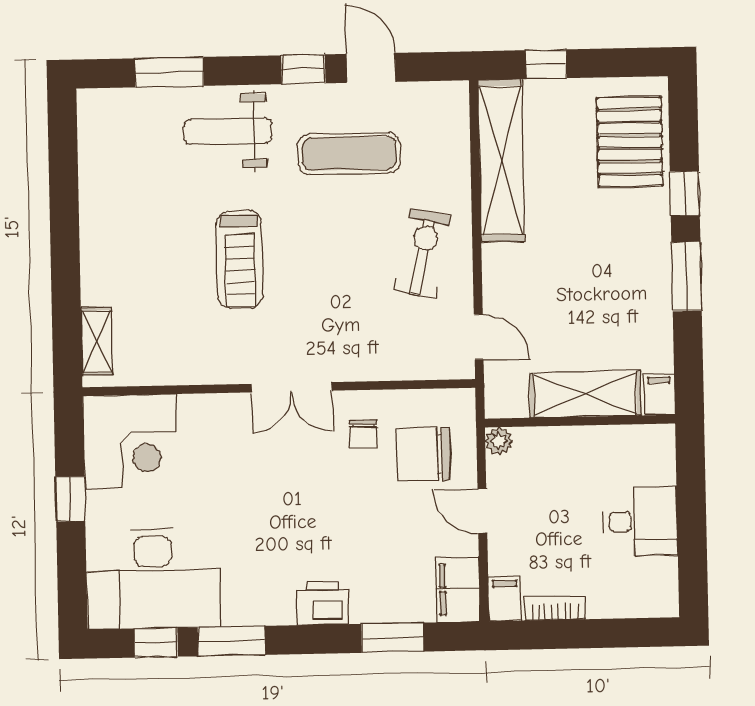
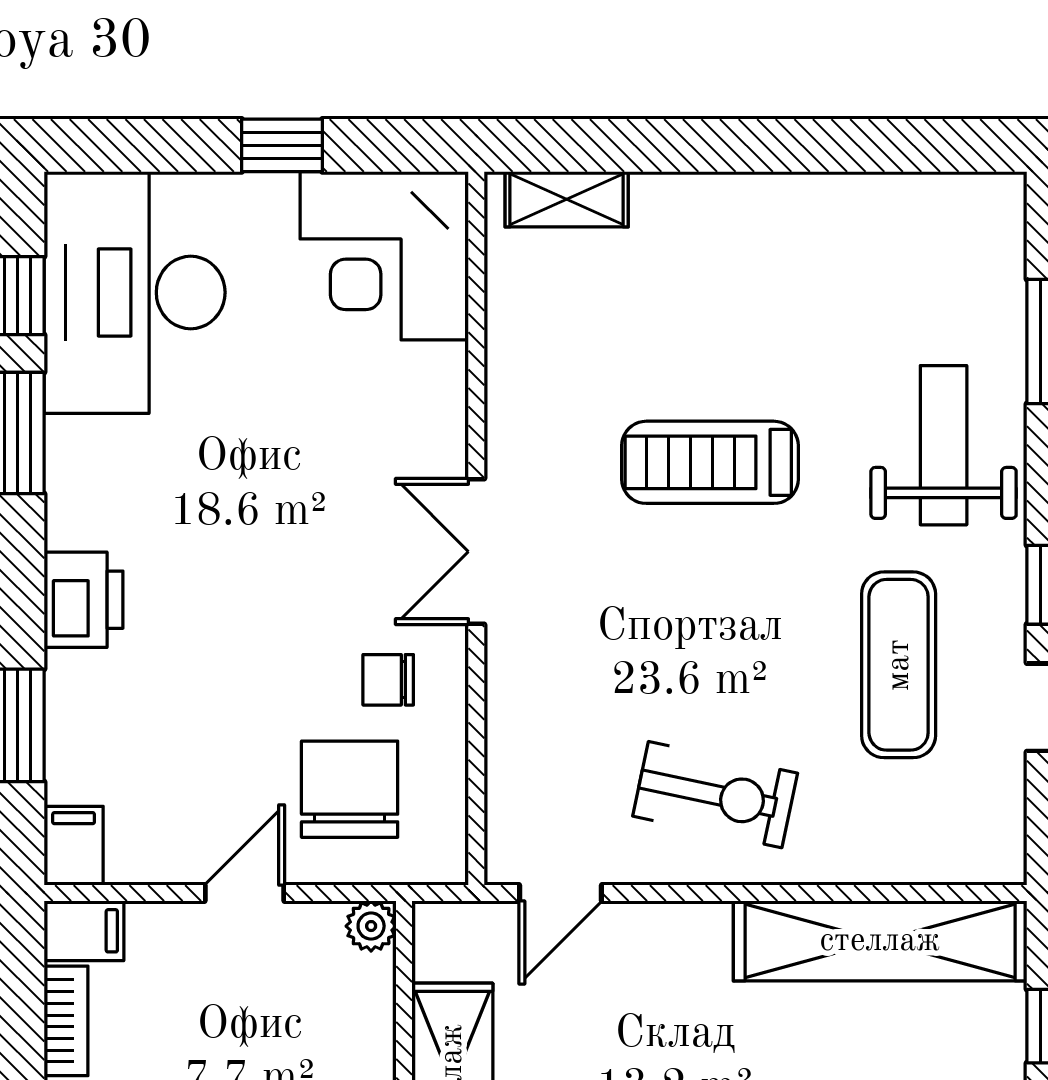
filing cabinet: (458, 589) -> (74, 846), width x0.50

